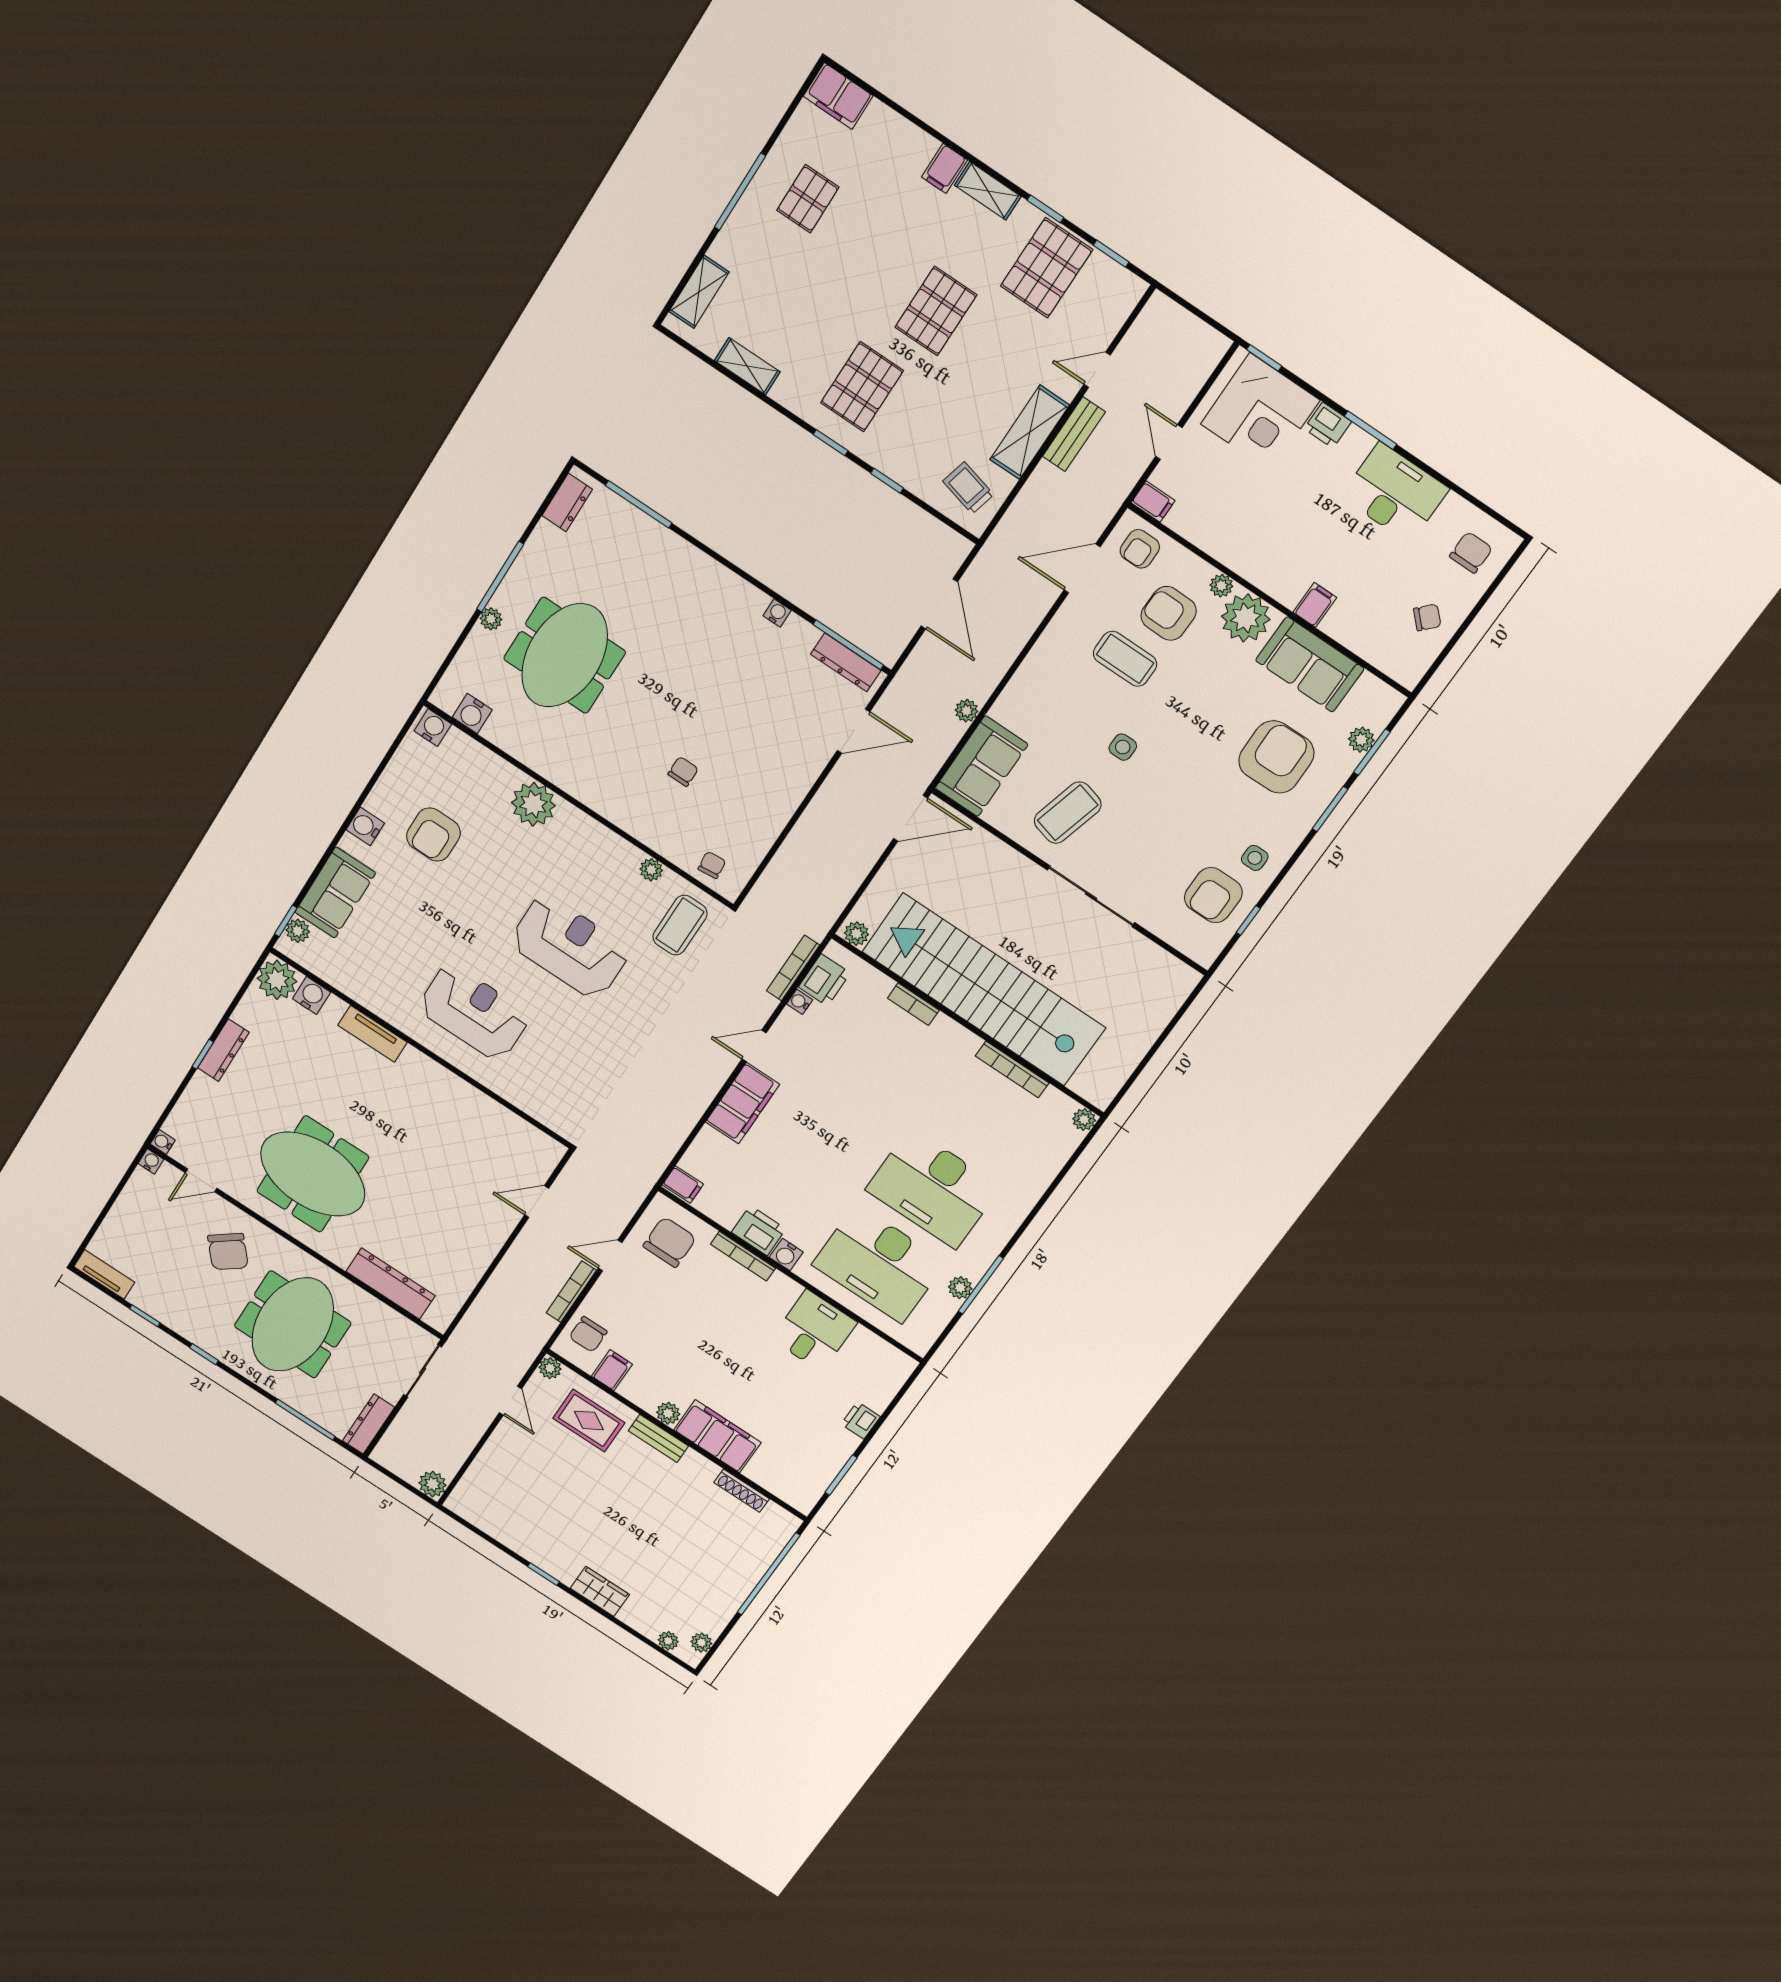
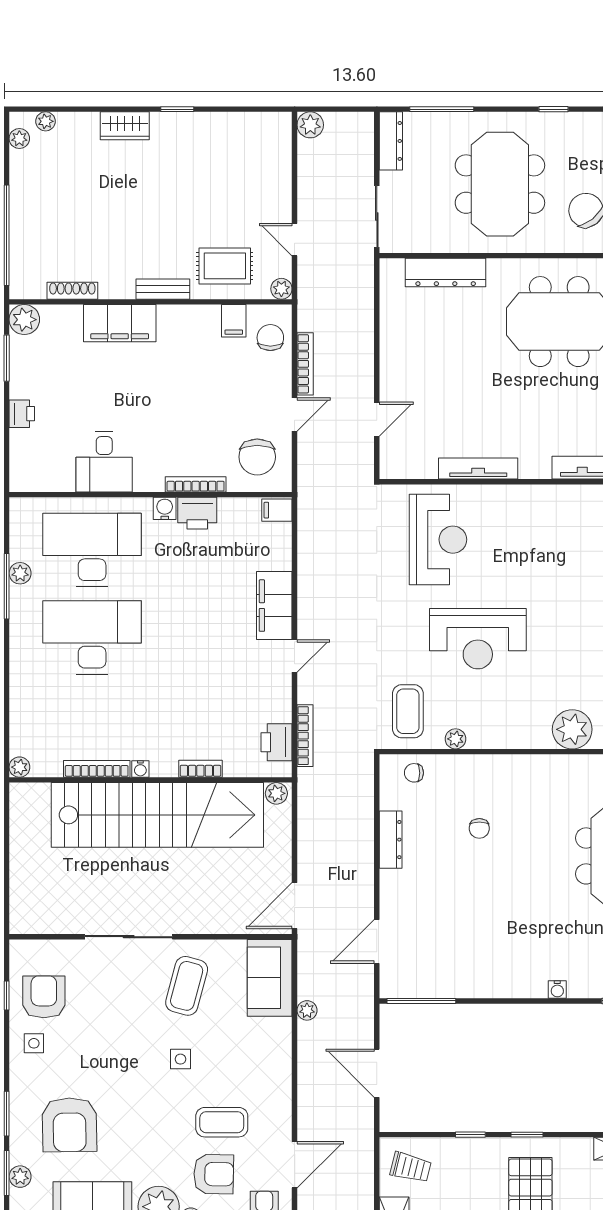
water cooler: (777, 613) -> (557, 990), moved
dresser: (846, 662) -> (391, 840), moved, turned 90
chair: (712, 865) -> (414, 773), turned 96
water cooler: (800, 1002) -> (140, 769), moved, turned 90
reception desk: (474, 1012) -> (438, 540), moved, turned -90
tv unit: (470, 1097) -> (478, 469), added
plant: (668, 1413) -> (24, 320), moved, width x1.38, depth x1.38

